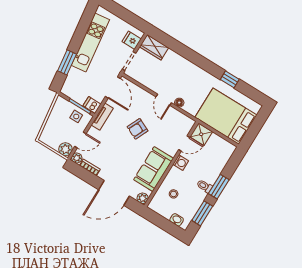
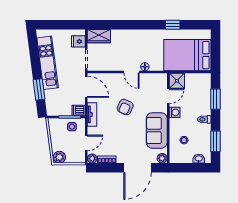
plant: (65, 149) -> (59, 157), moved
window: (219, 187) -> (215, 99), moved

